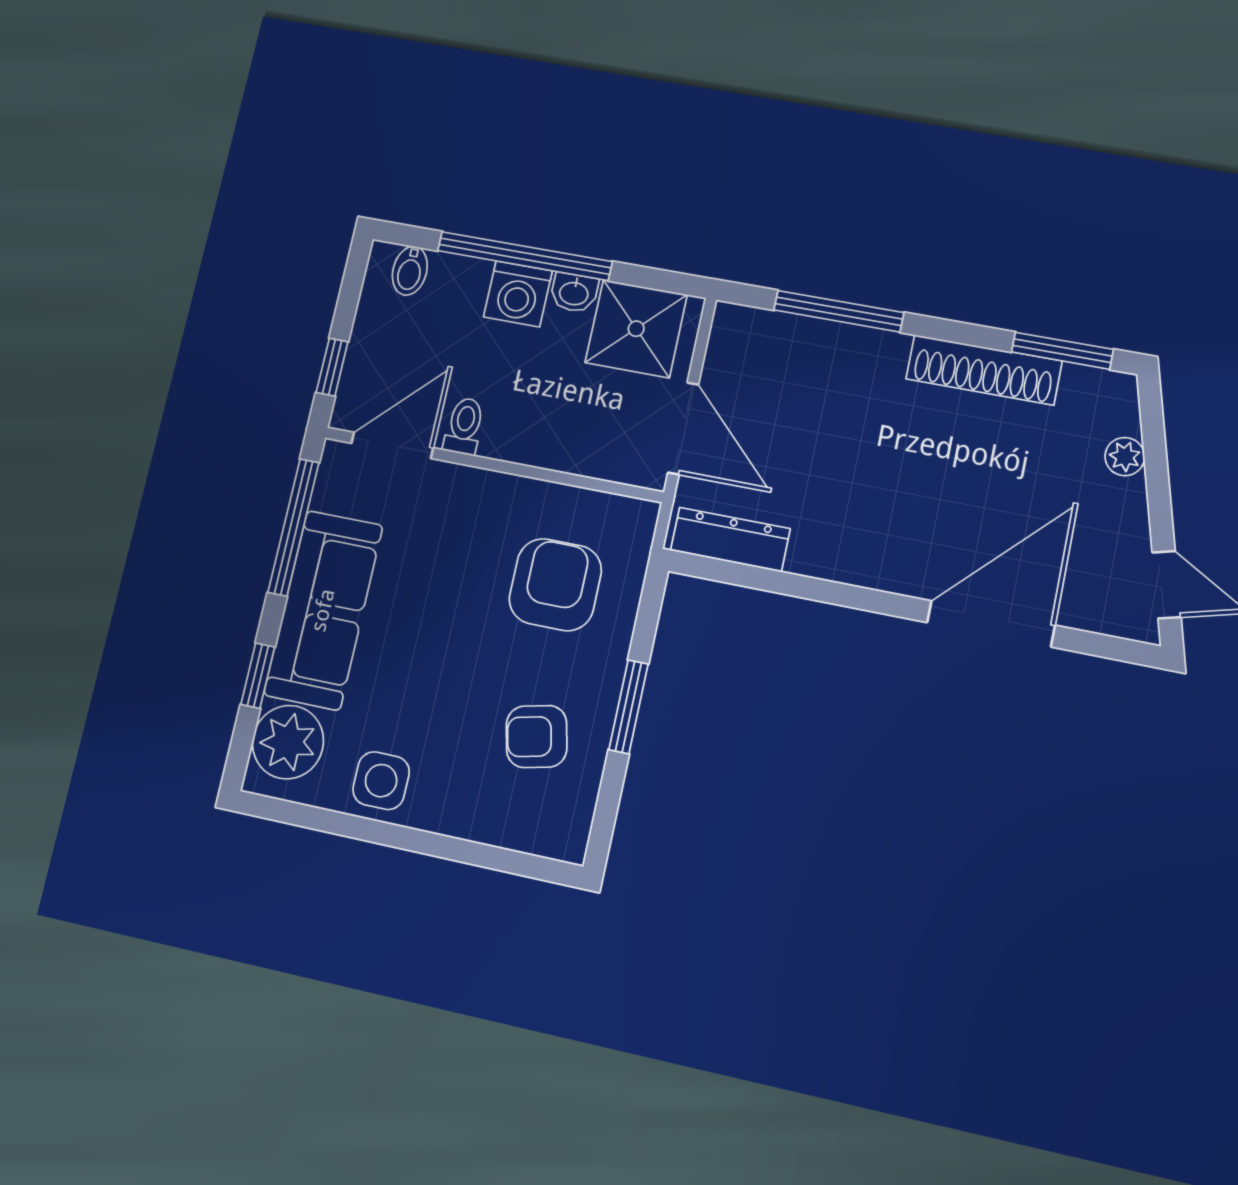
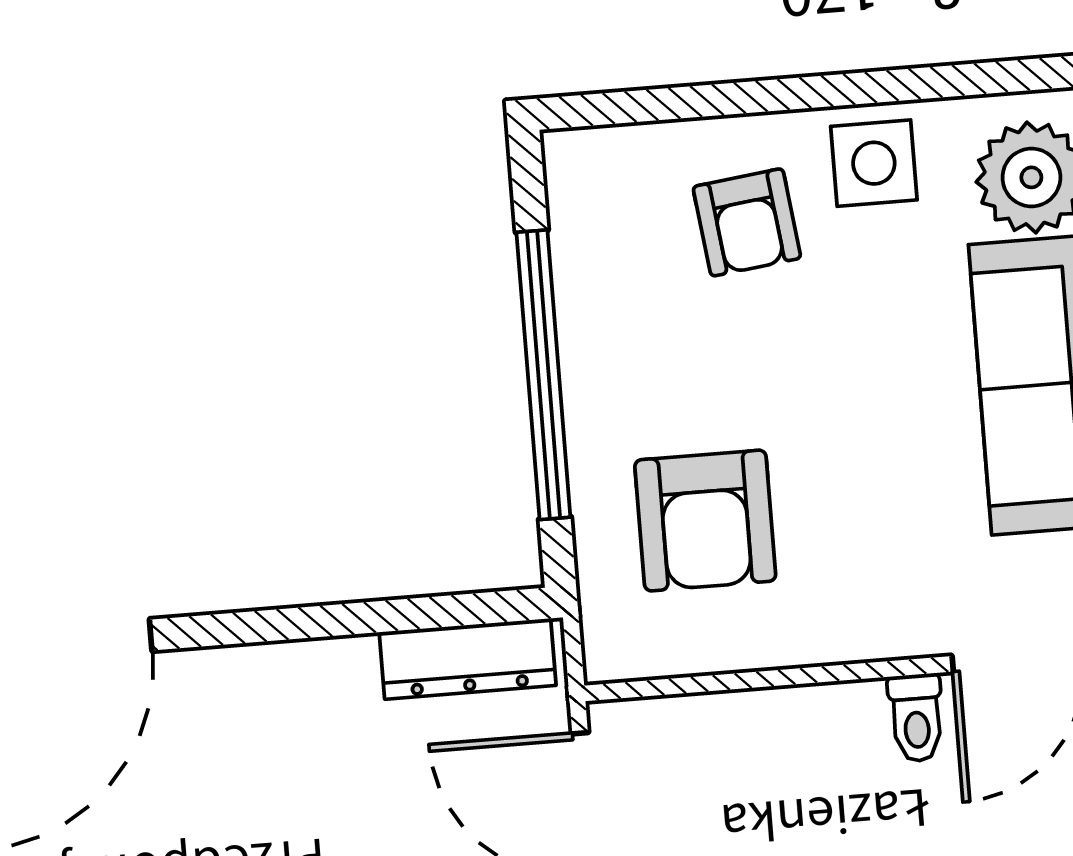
window: (628, 707) -> (543, 375), width x2.11
armchair: (537, 736) -> (747, 222), moved, turned 96

